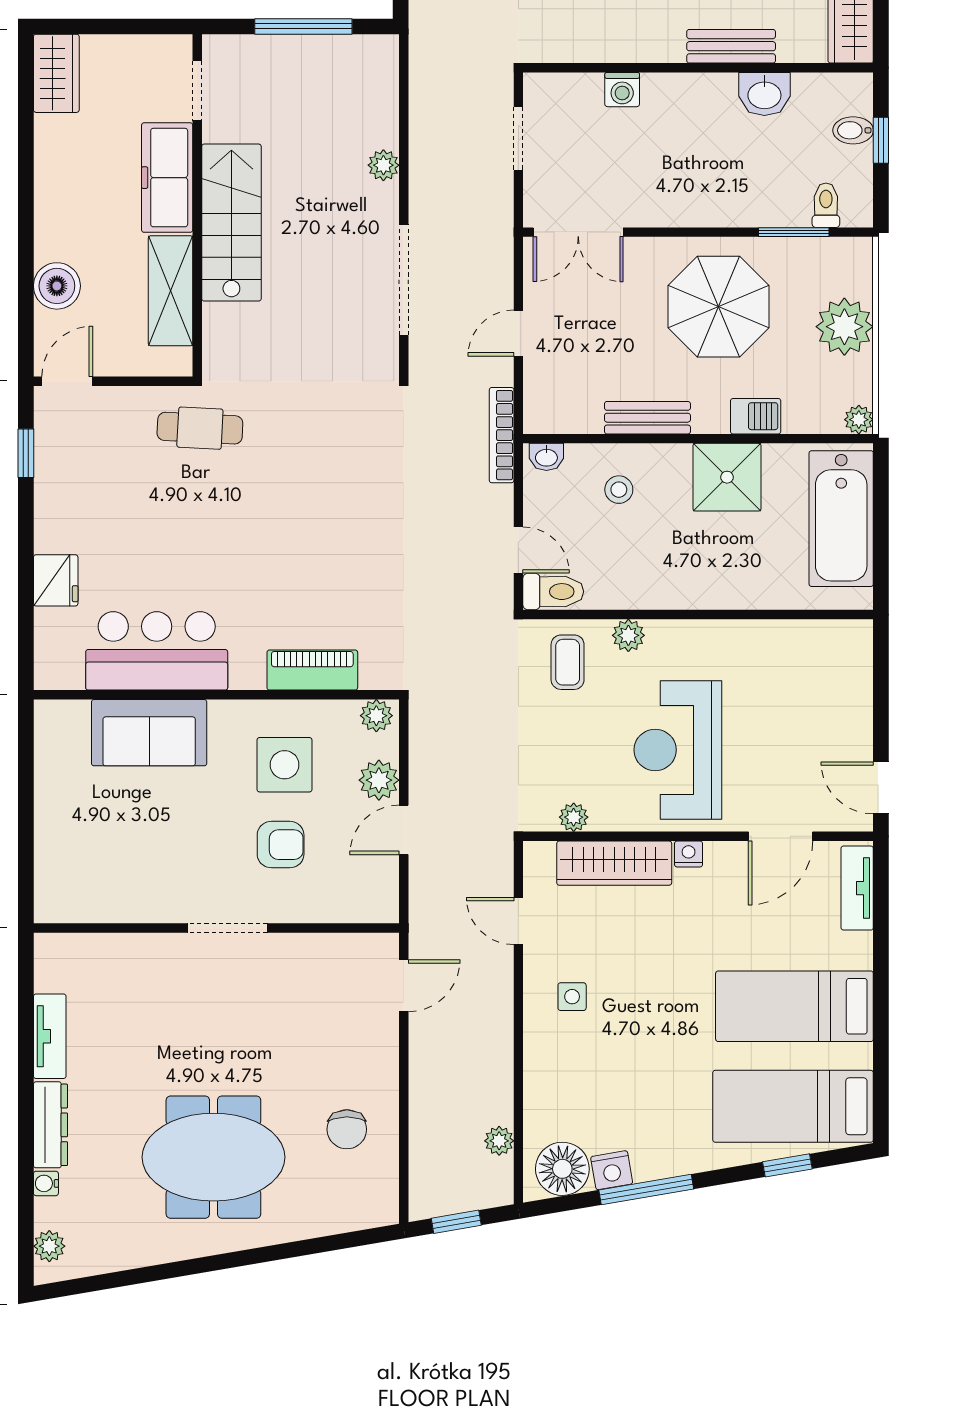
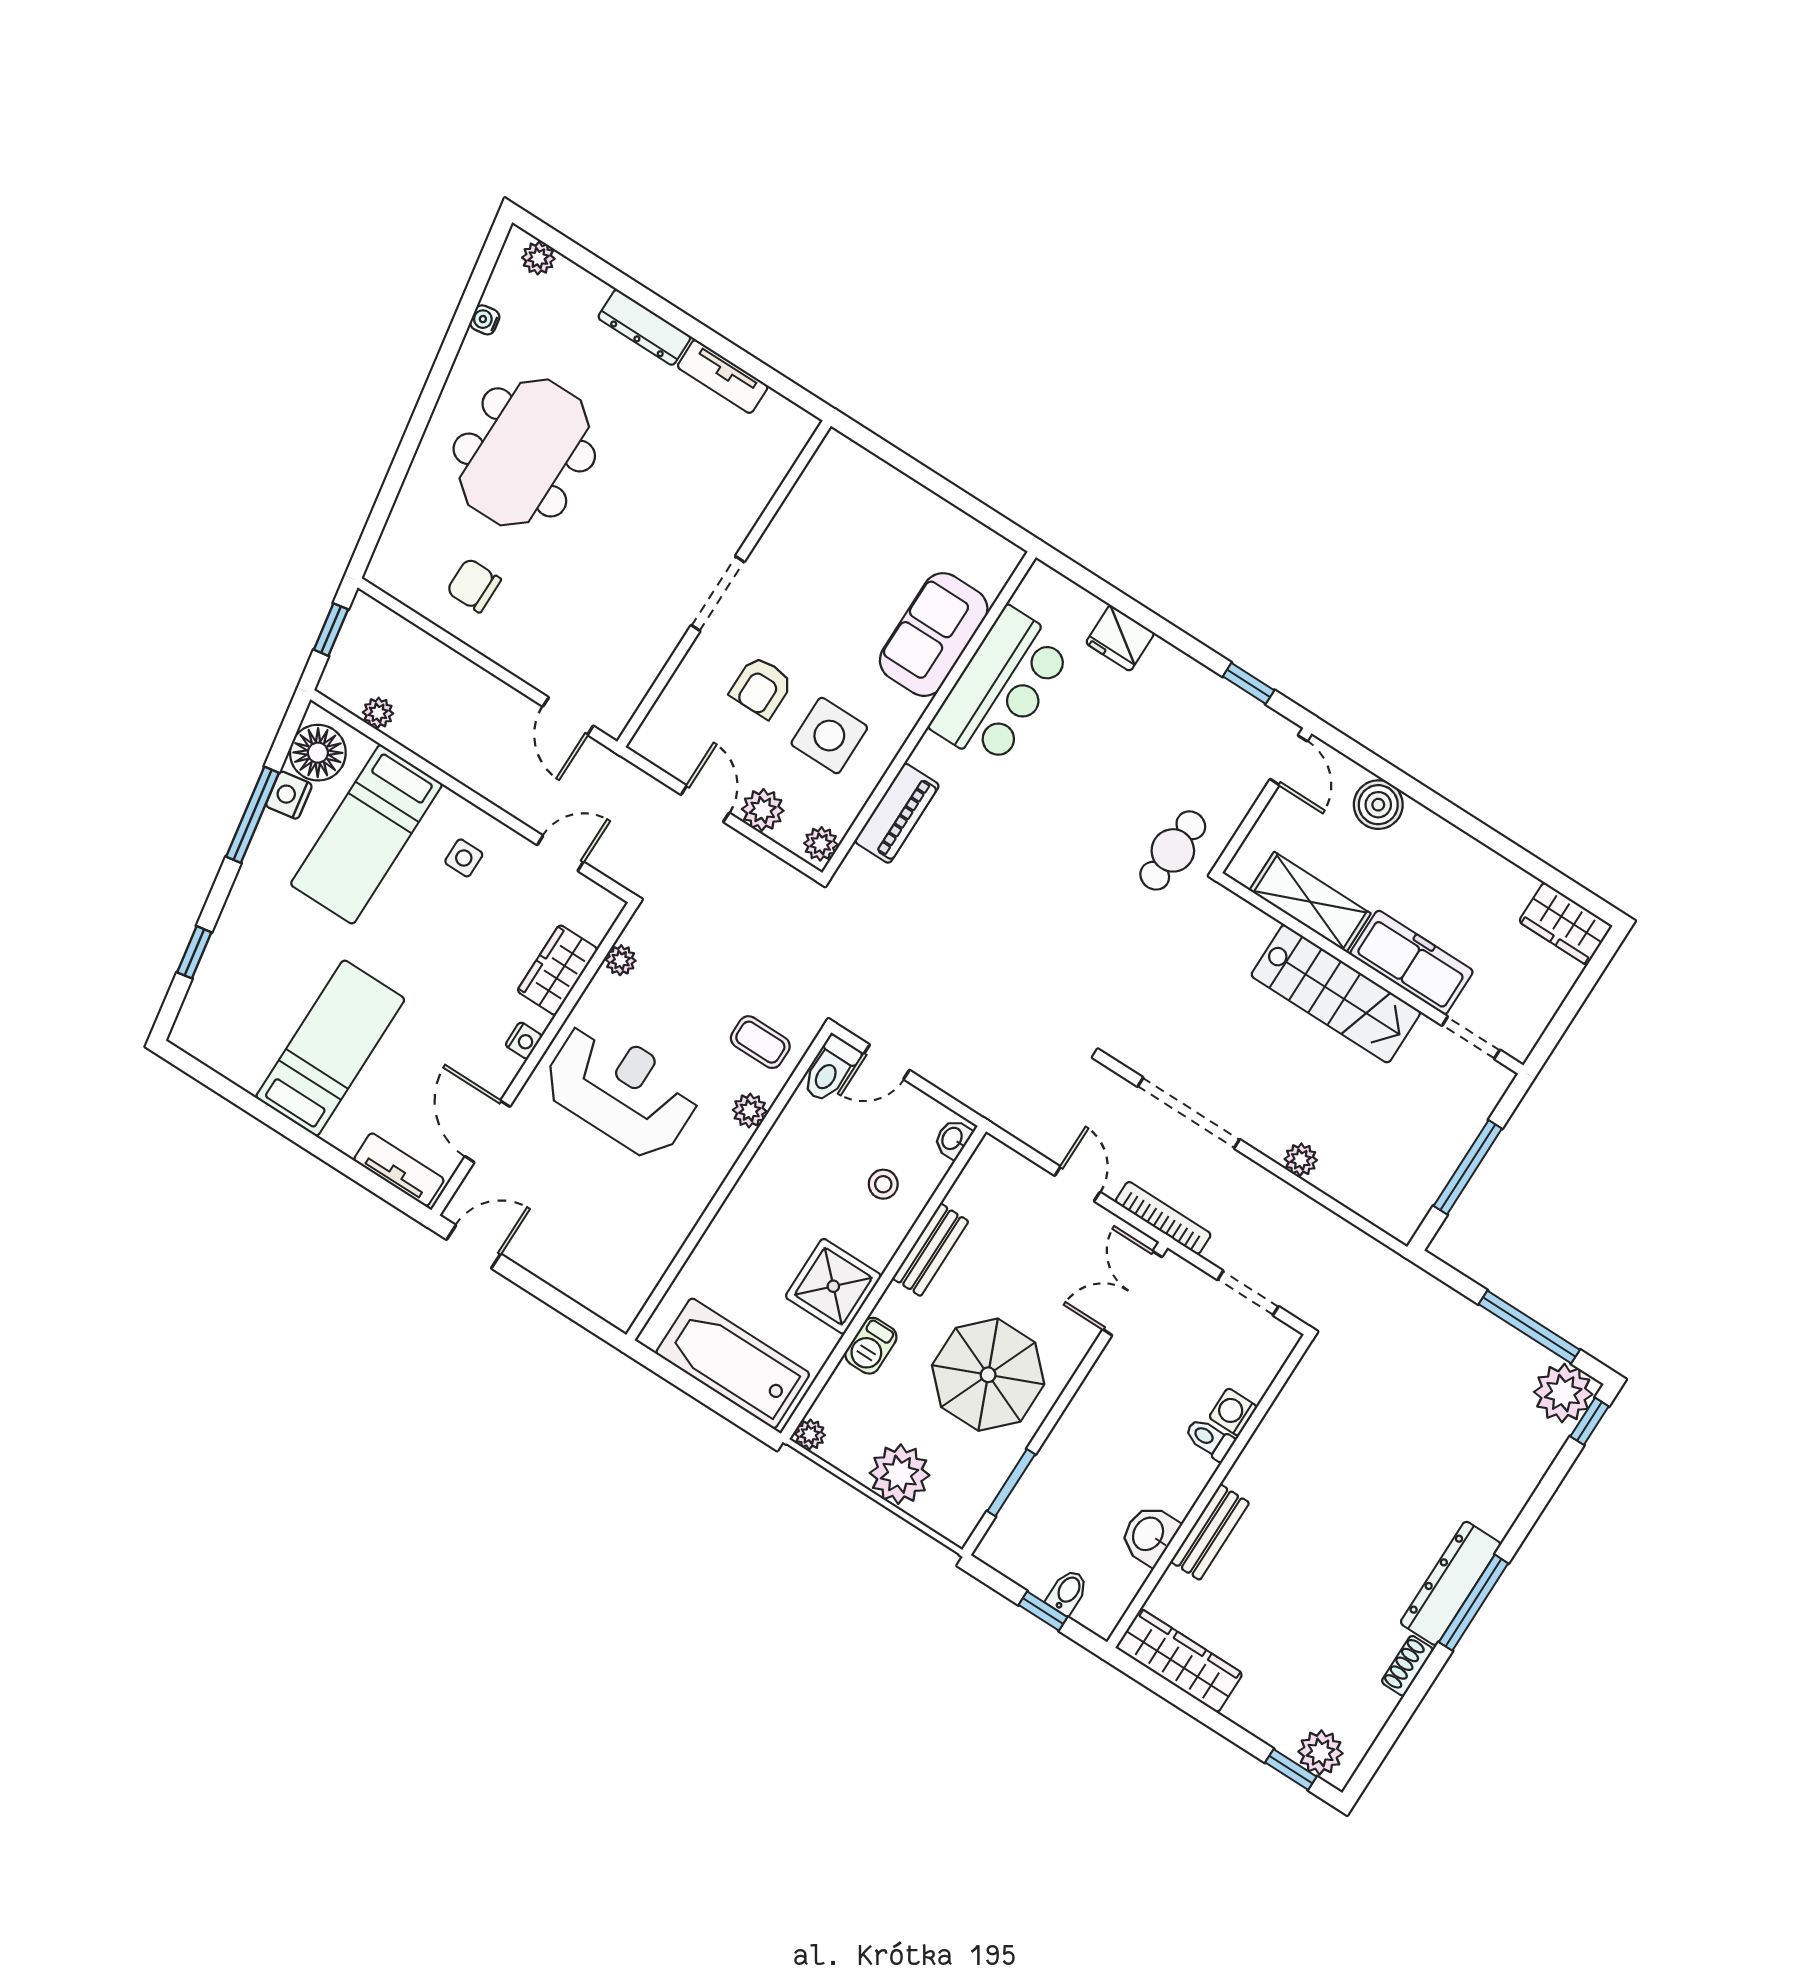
toilet: (826, 205) -> (1210, 1439), moved, turned 180
bookcase: (502, 435) -> (1163, 1218), moved
wardrobe: (614, 863) -> (557, 970), width x0.67
bed: (793, 1106) -> (366, 834), moved, turned 180
water cooler: (46, 1183) -> (485, 320), moved, turned -100

